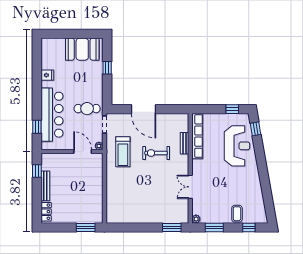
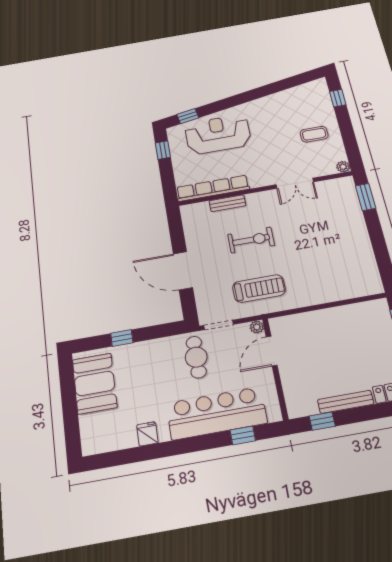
door: (144, 109) -> (183, 271), swing flipped
exercise bike: (156, 153) -> (251, 240), turned -90
coffee table: (237, 214) -> (314, 134), moved
window: (214, 227) -> (350, 141), removed

